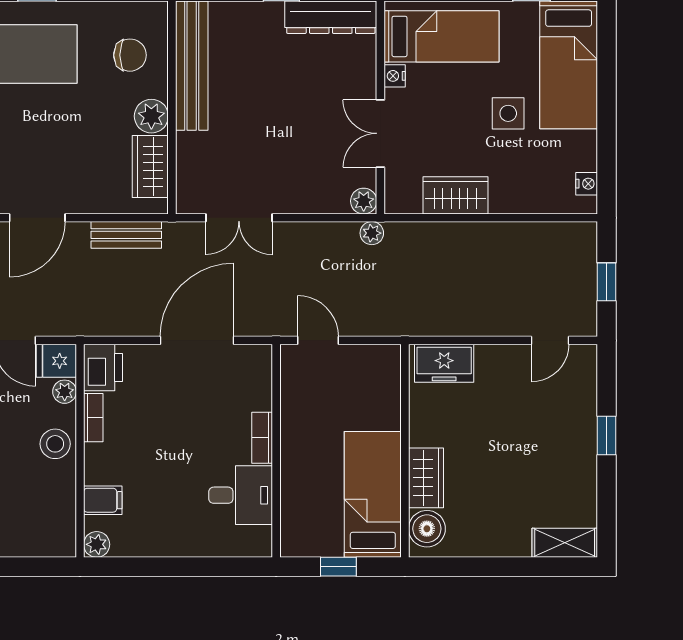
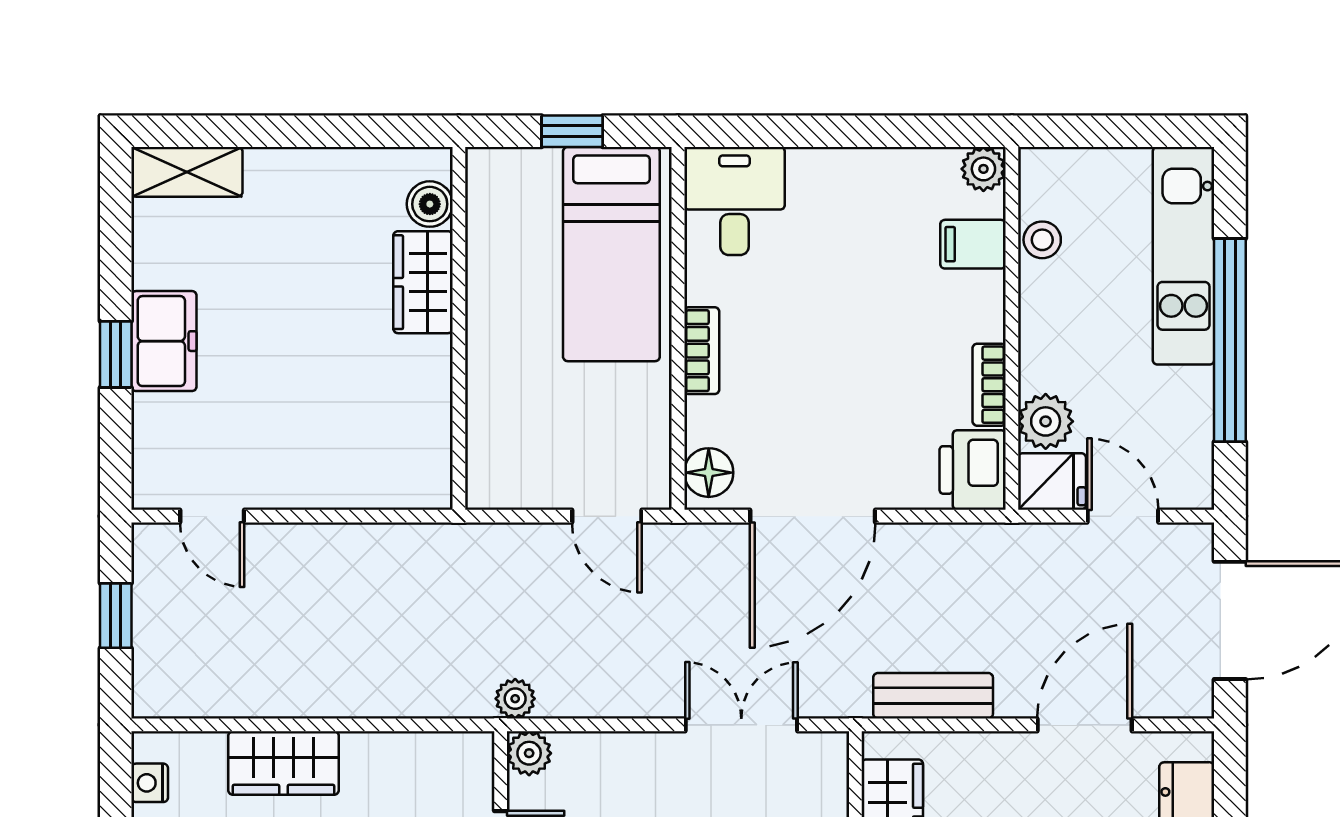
wardrobe: (455, 195) -> (284, 763), moved
door: (550, 340) -> (212, 516), swing flipped
freezer: (444, 363) -> (164, 341), moved, turned 90
floor lamp: (258, 366) -> (709, 473), added
plant: (65, 392) -> (1046, 421), width x1.38, depth x1.38
stool: (55, 444) -> (1042, 240), moved, width x0.73, depth x0.73
bed: (373, 494) -> (611, 254), moved
desk: (241, 495) -> (734, 201), moved, turned 90
boiler: (427, 529) -> (430, 204), width x0.73, depth x0.73

